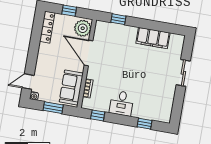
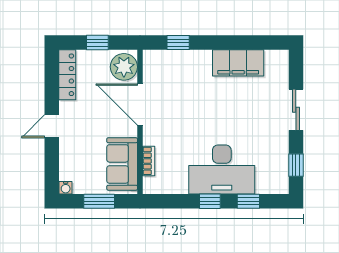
door: (28, 82) -> (52, 126), moved
desk: (122, 103) -> (222, 169), width x1.87, depth x1.30
window: (177, 107) -> (296, 165), added
window: (98, 115) -> (210, 201), moved

